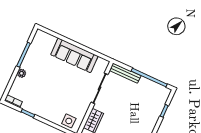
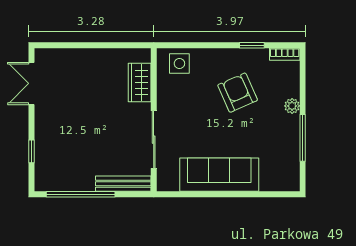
armchair: (46, 93) -> (238, 93), added

